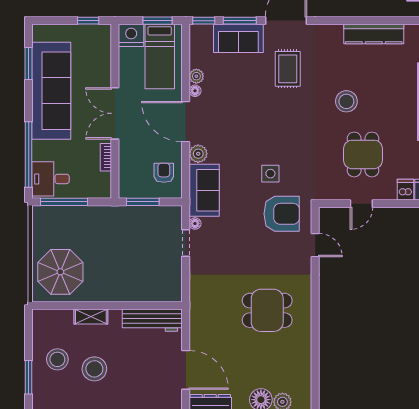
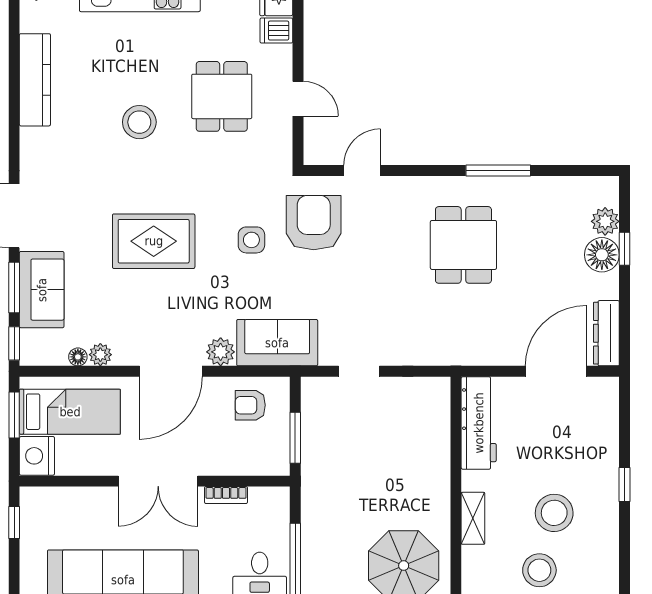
rug: (288, 69) -> (154, 241), moved, width x1.36, depth x1.43
floor lamp: (195, 91) -> (78, 357), moved
dining table: (363, 154) -> (222, 96), turned 90
floor lamp: (195, 224) -> (329, 357), removed
window: (315, 333) -> (498, 171), added

